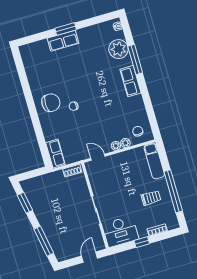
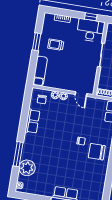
row of seats: (131, 81) -> (32, 121), moved
window: (173, 191) -> (37, 42), width x0.47
window: (142, 242) -> (91, 17), moved

